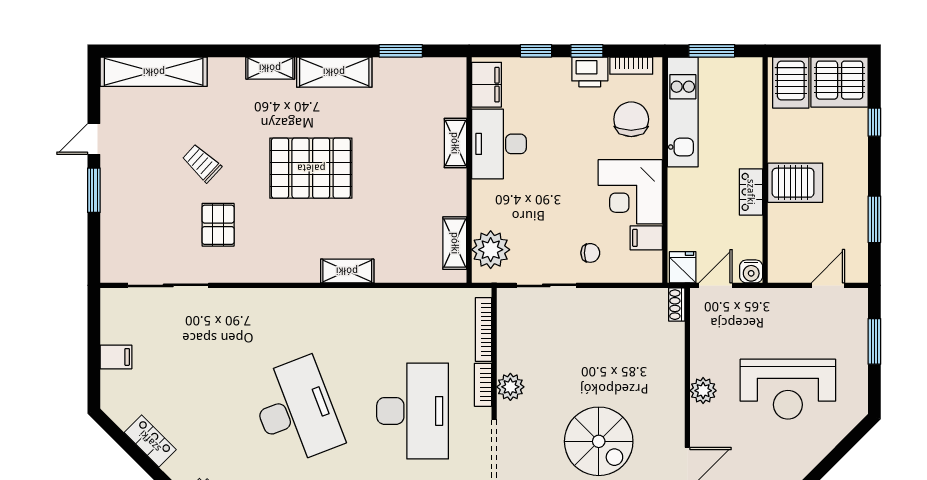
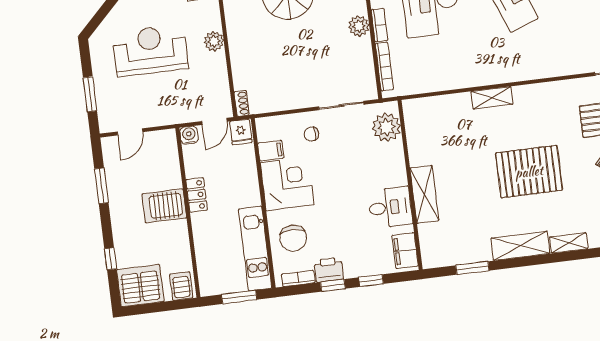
server rack: (791, 83) -> (181, 286), width x0.73, depth x0.70
shelving: (455, 143) -> (424, 194), width x1.50, depth x1.33
desk: (499, 144) -> (390, 207), width x0.73
shelving: (455, 243) -> (414, 129), removed

